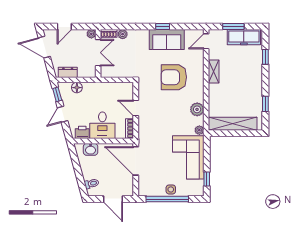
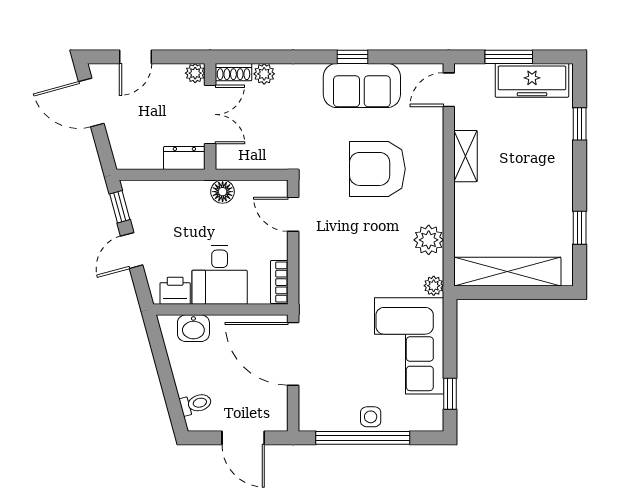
dresser: (68, 72) -> (184, 158), moved
floor lamp: (77, 88) -> (223, 192), moved
door: (136, 108) -> (293, 214), moved

